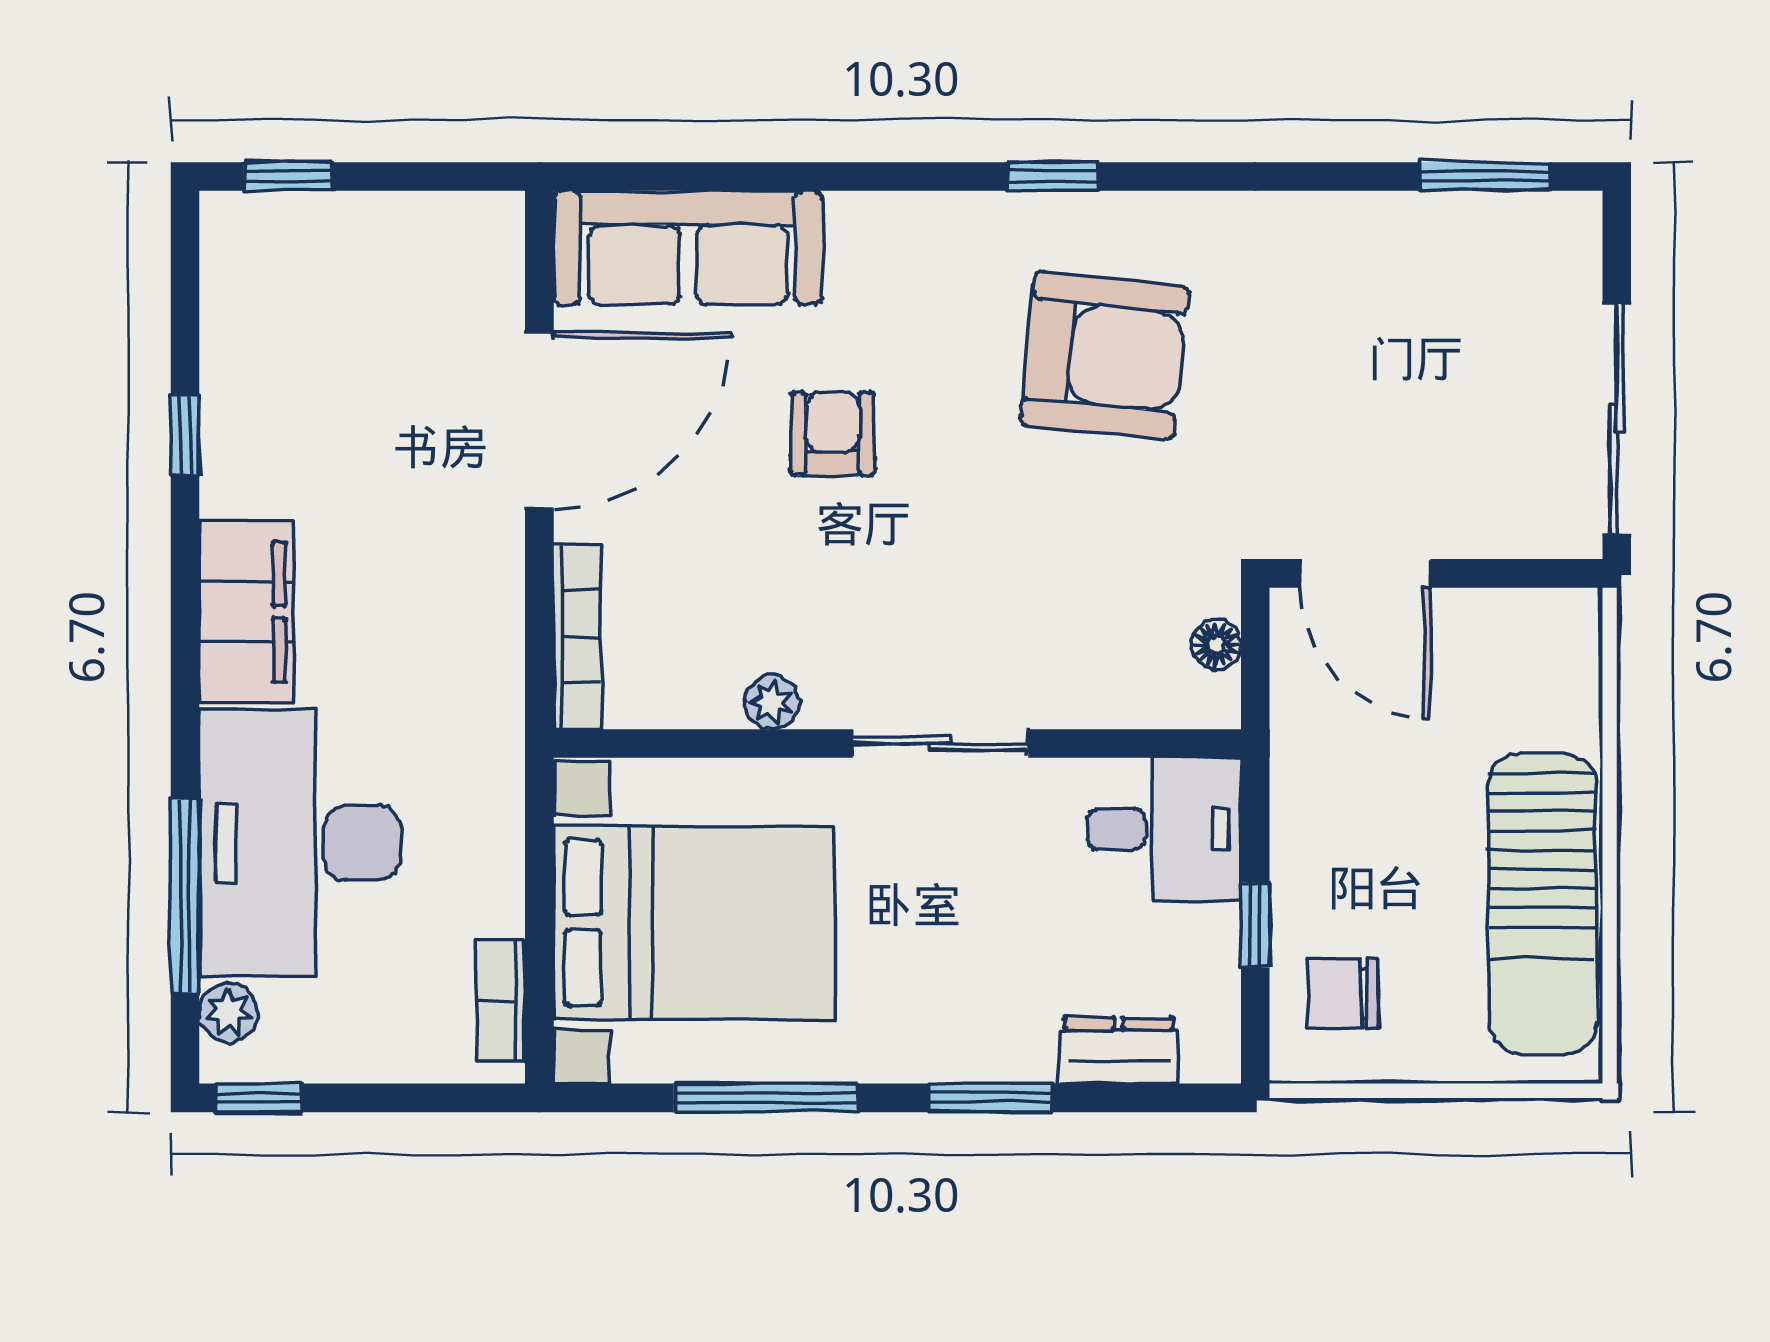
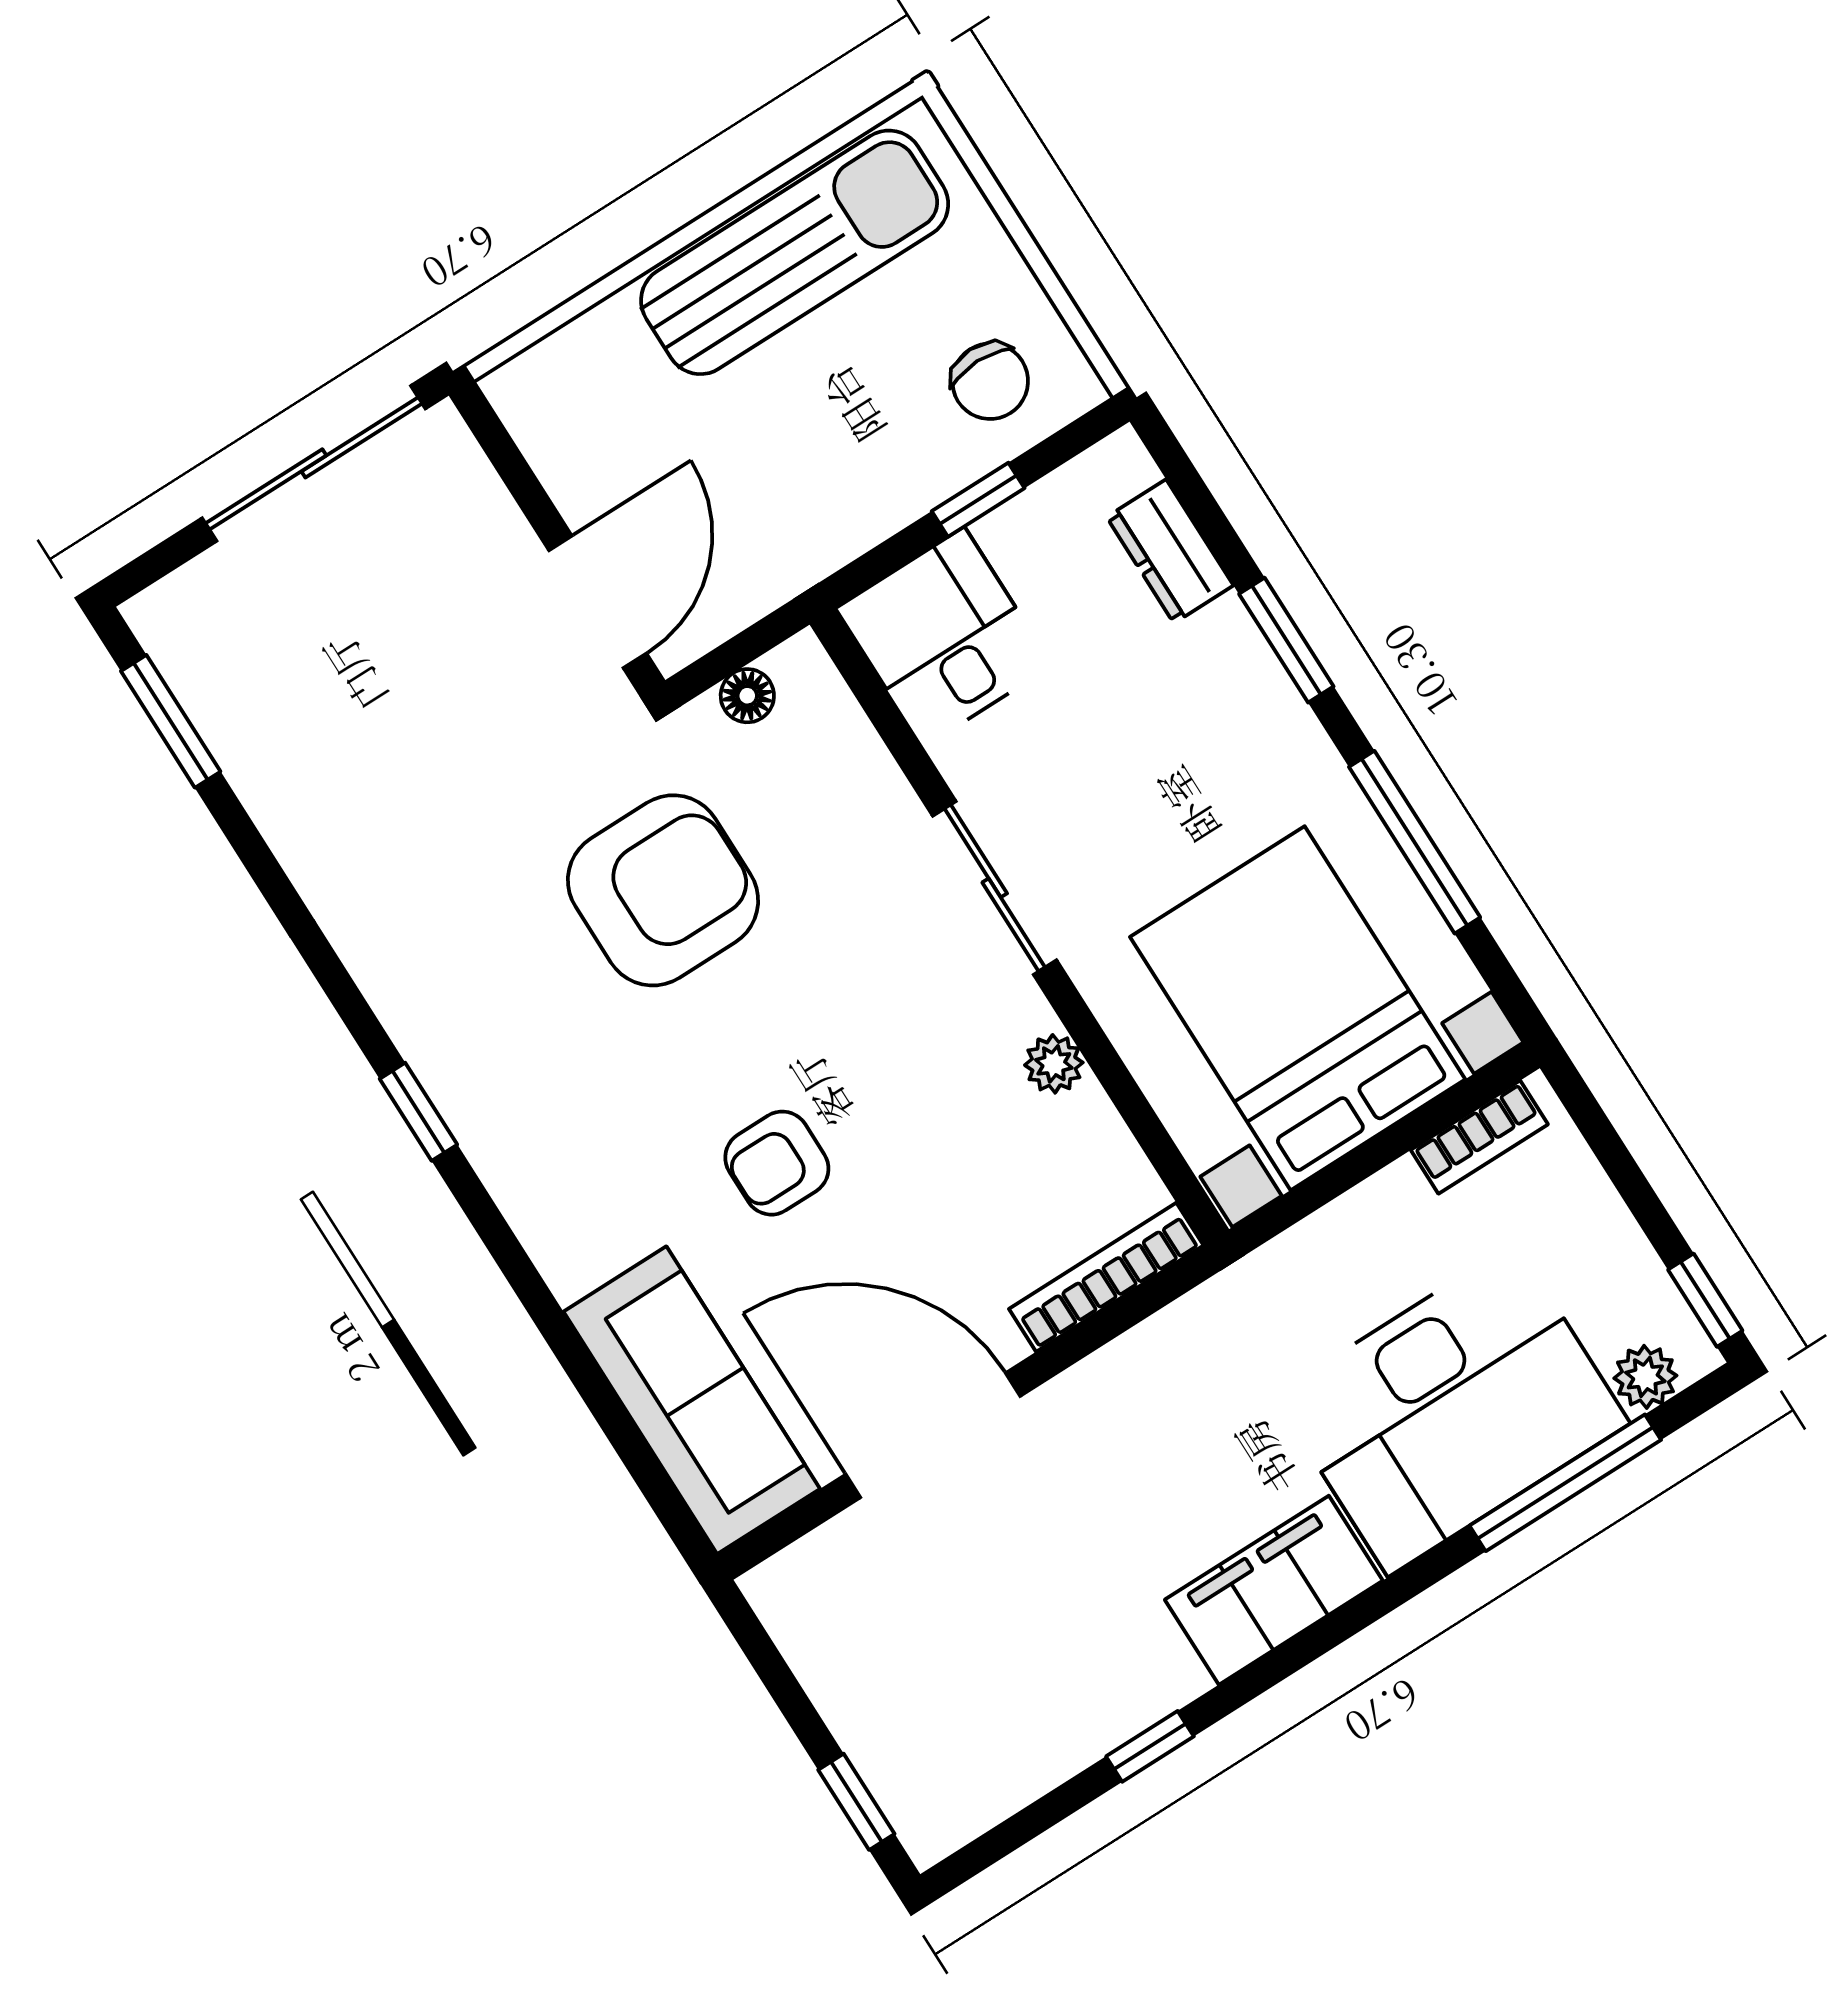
armchair: (1104, 356) -> (663, 890), moved, turned 84

